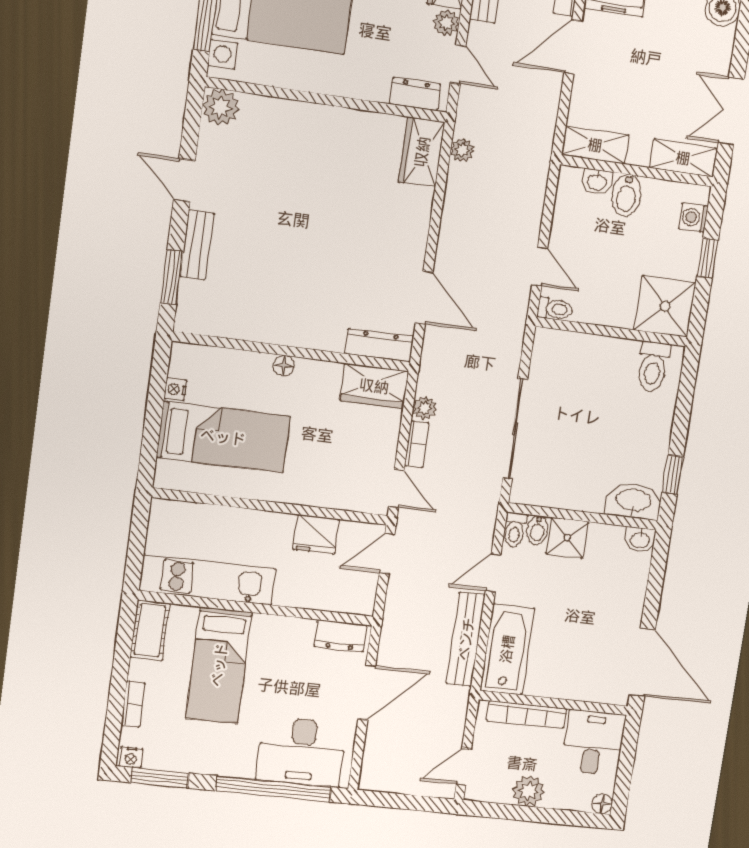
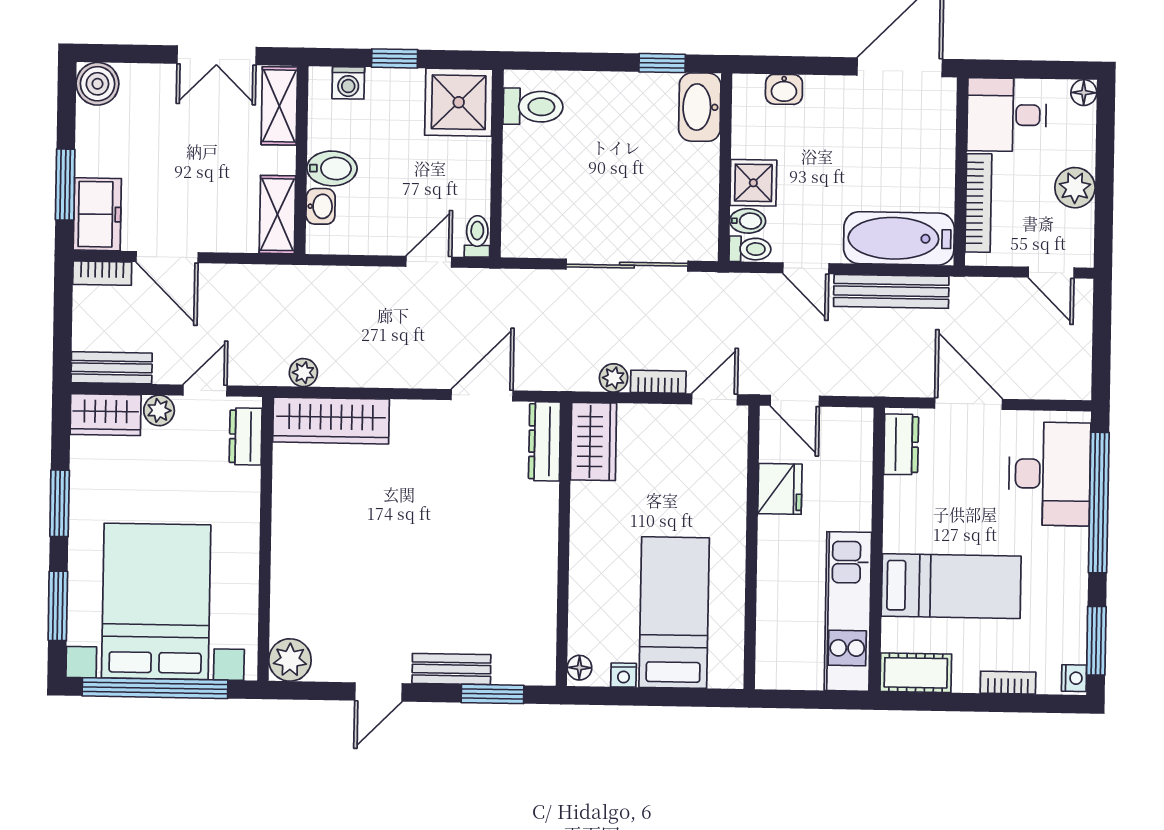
wardrobe: (422, 152) -> (331, 421), width x1.50
floor lamp: (284, 366) -> (579, 668), moved
washbasin: (640, 540) -> (784, 89), moved, turned 90

